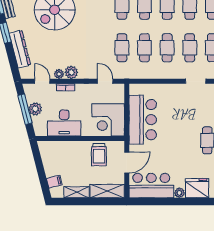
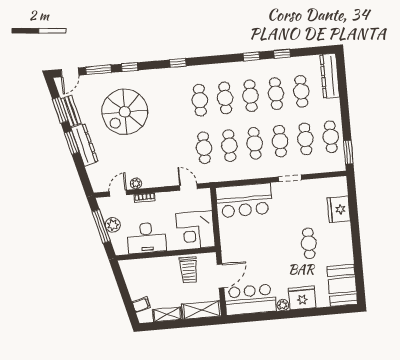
dresser: (20, 49) -> (85, 145), moved
plant: (71, 72) -> (150, 180), removed
door: (42, 81) -> (118, 193), hinge flipped
bar counter: (143, 120) -> (244, 200), moved, turned 90

